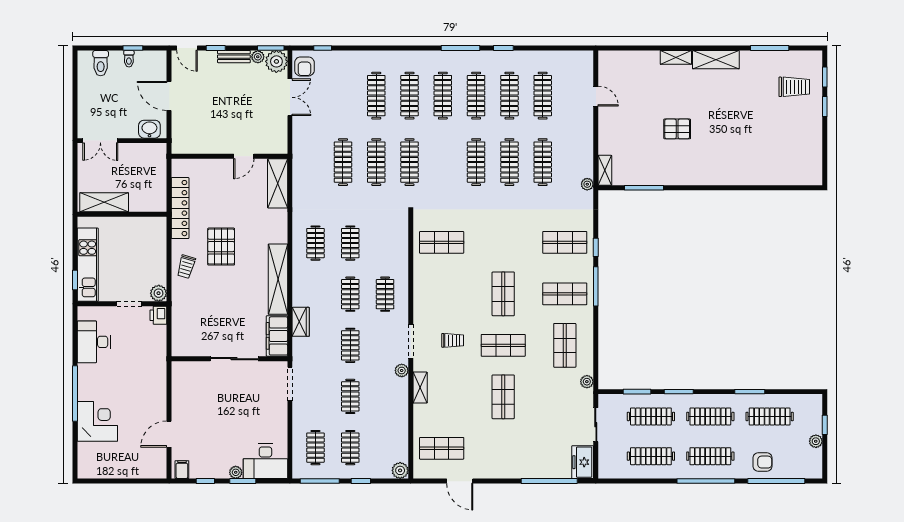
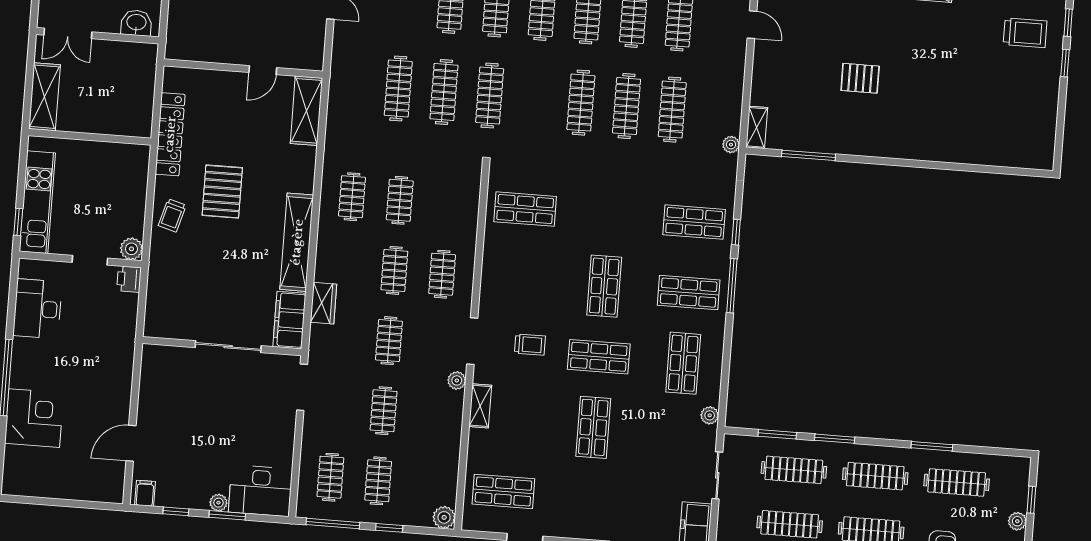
shelving: (104, 202) -> (44, 97), moved, turned 90

